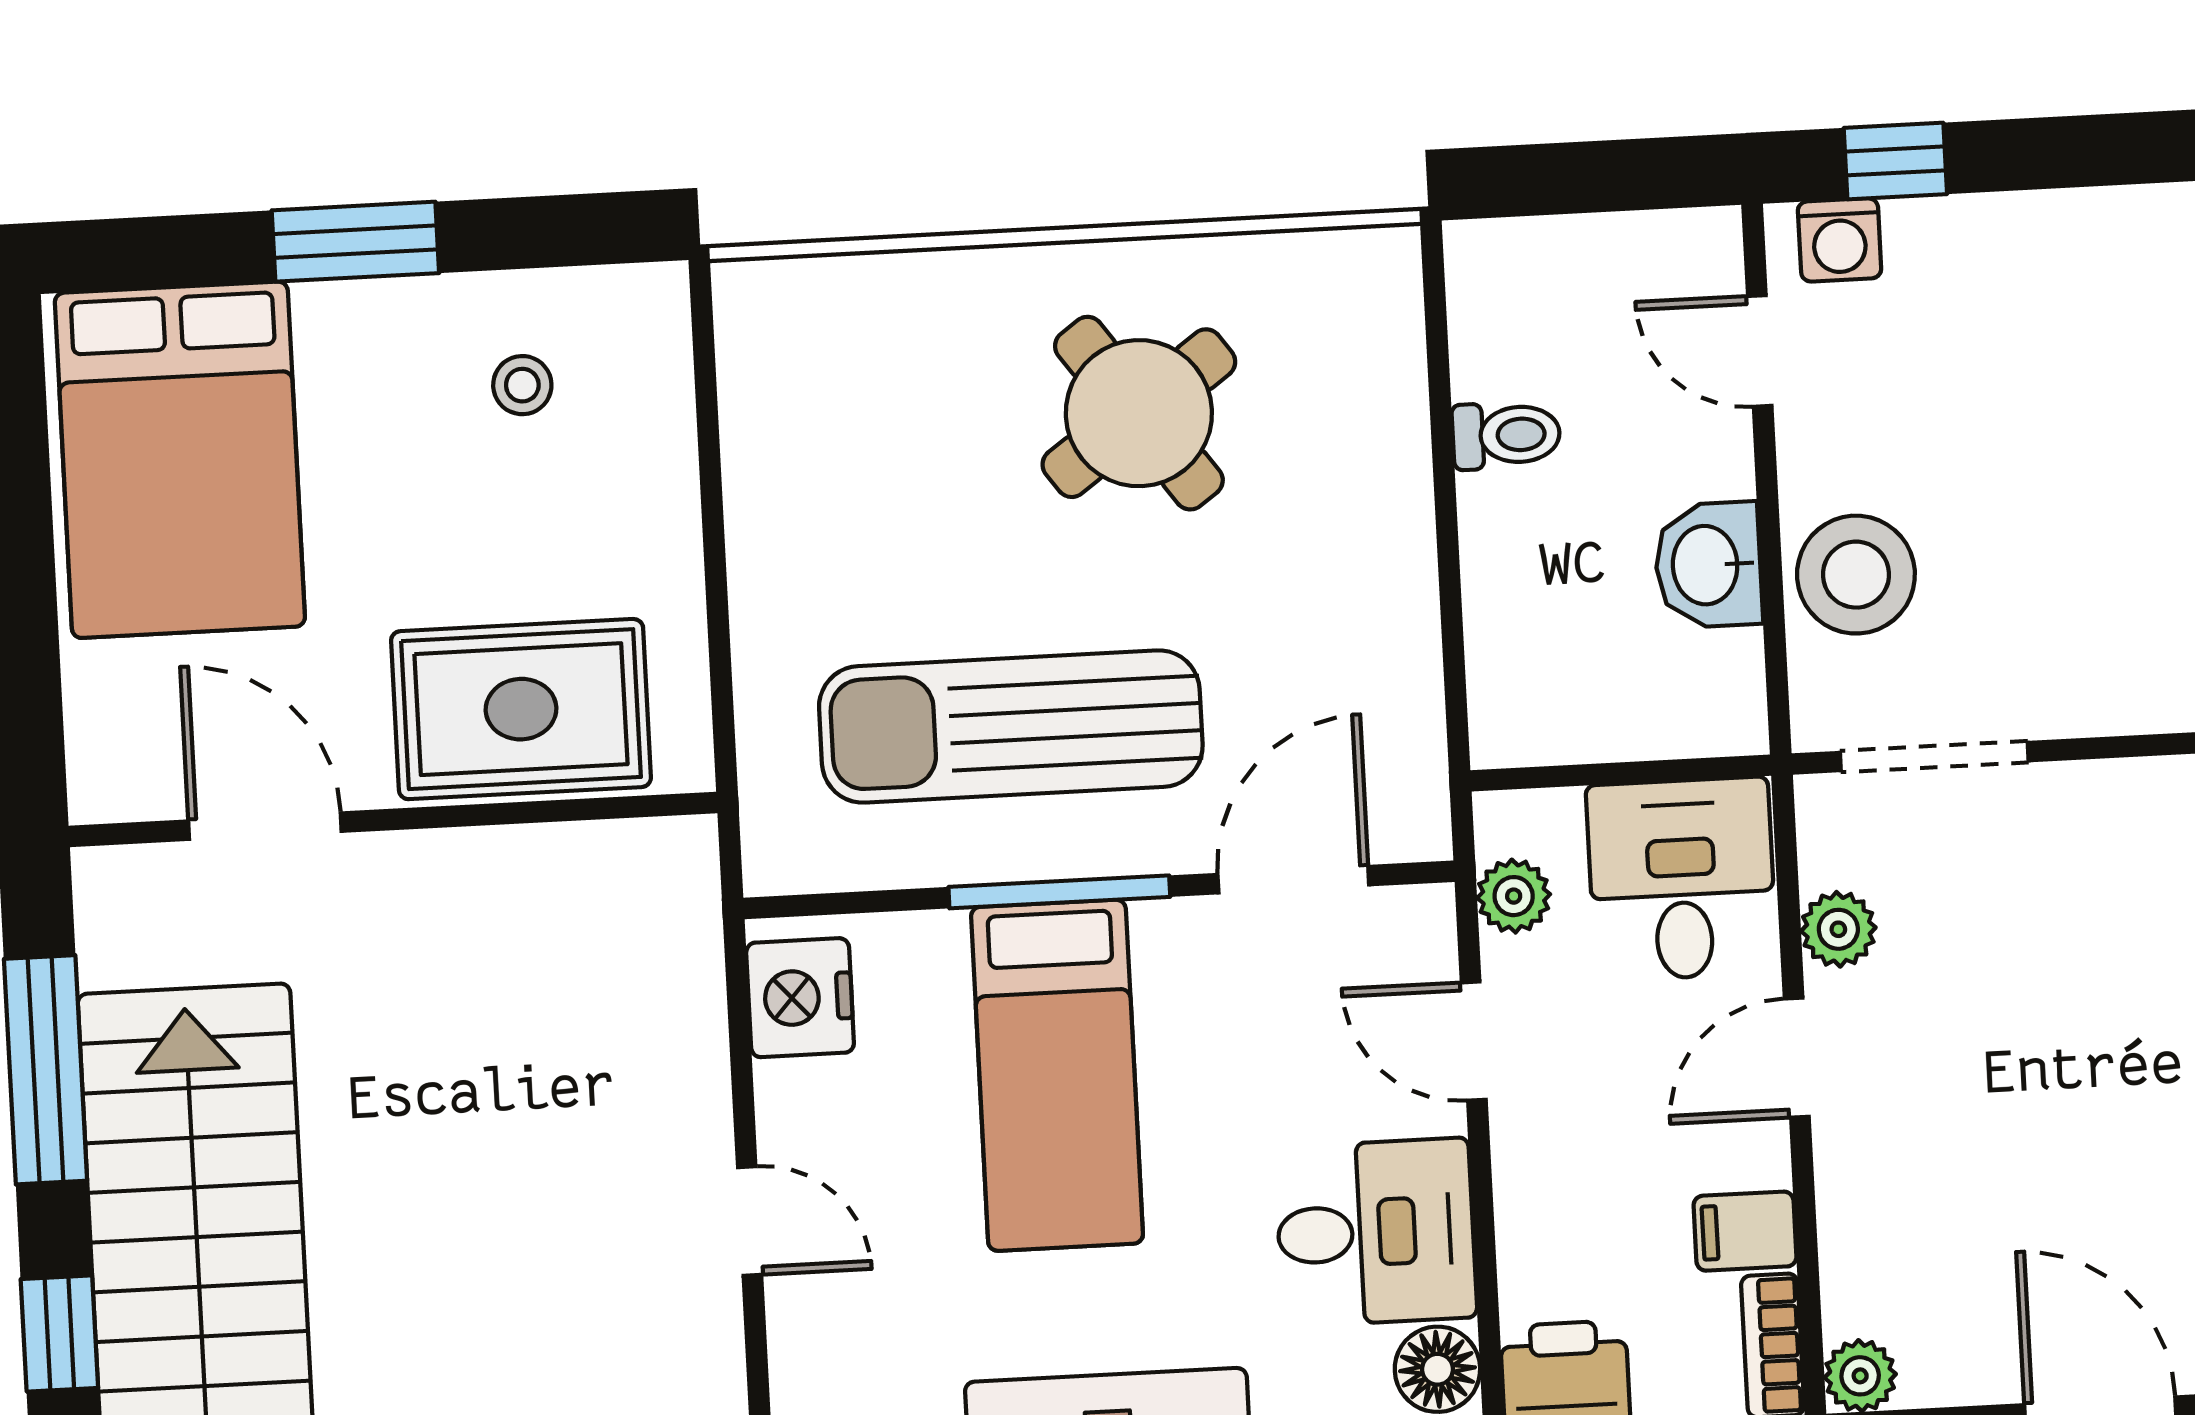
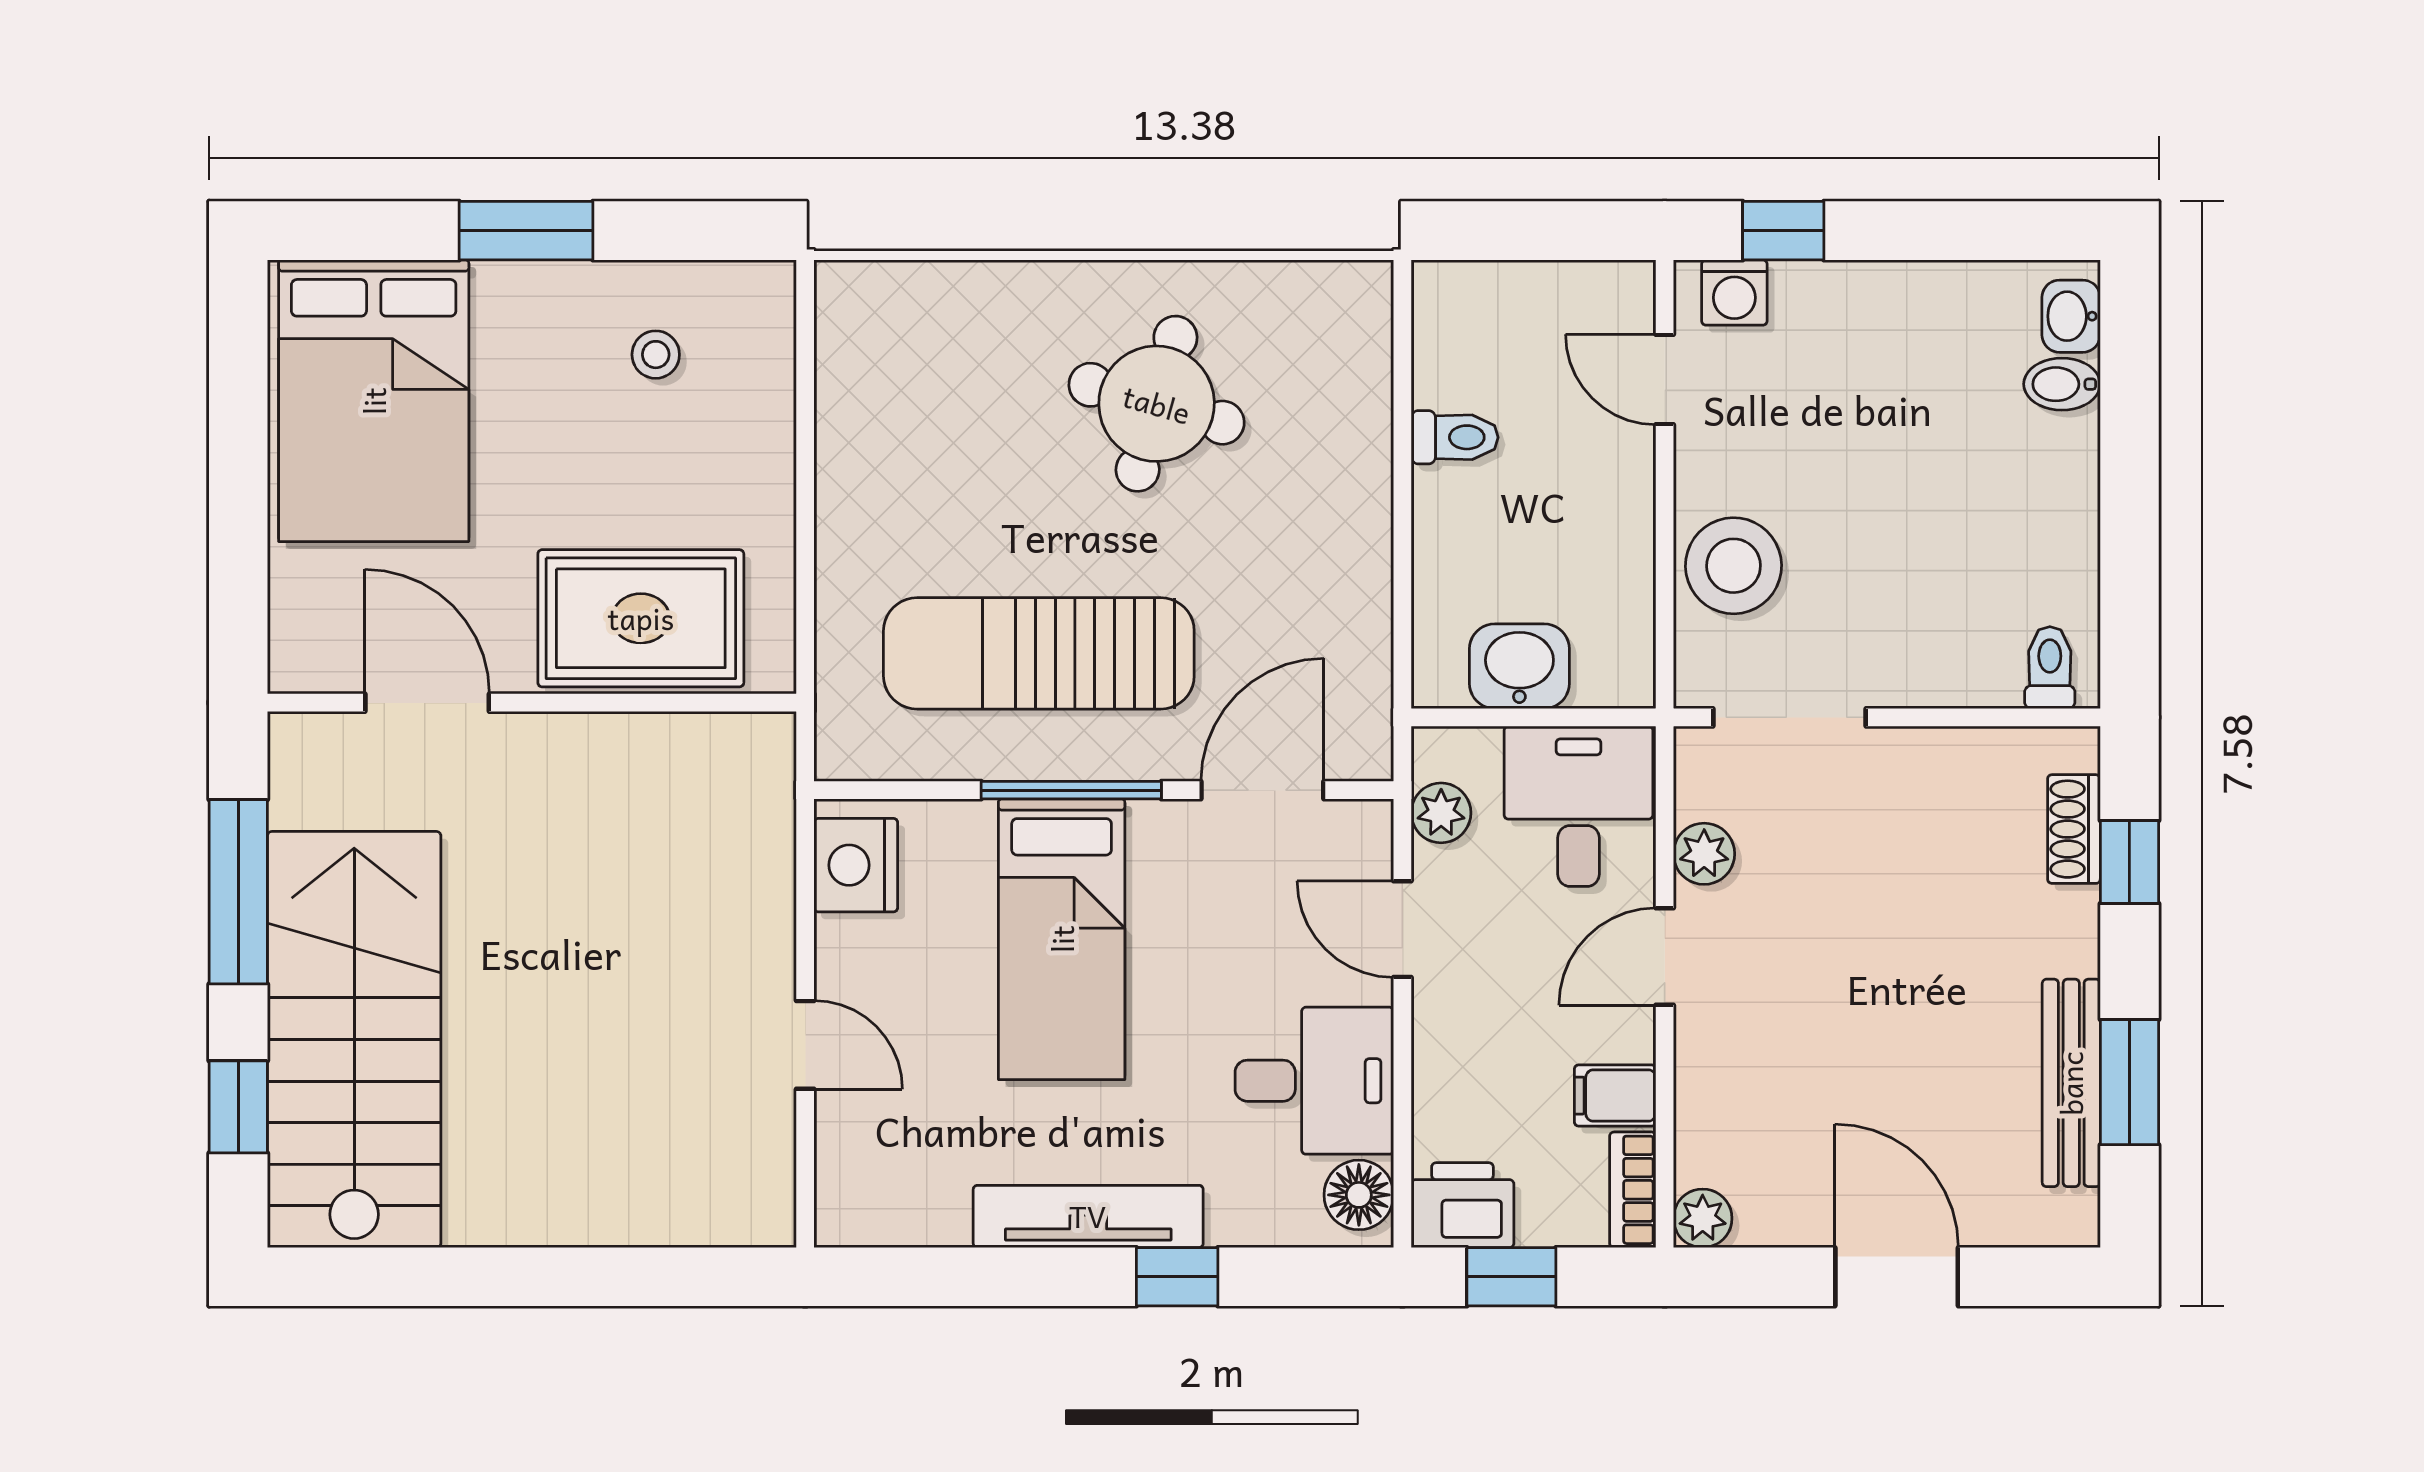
round table: (1139, 413) -> (1157, 404), turned -38
washbasin: (1708, 565) -> (1519, 666), moved, turned 90

